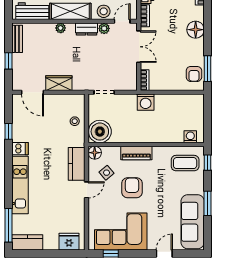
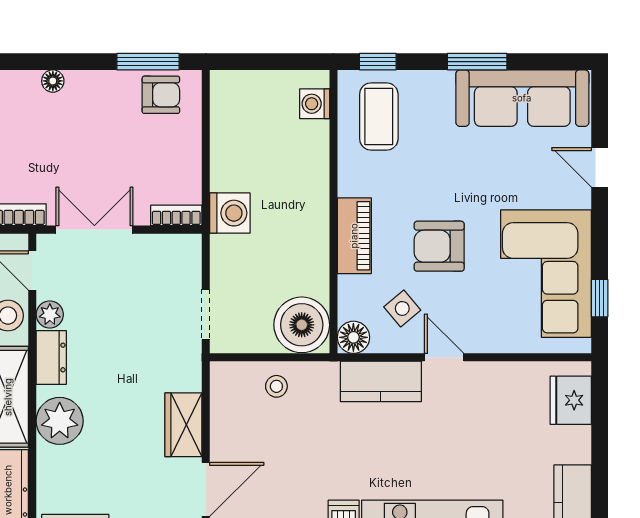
plant: (61, 28) -> (60, 421), width x1.88, depth x1.88
floor lamp: (196, 30) -> (53, 81), width x0.53, depth x0.53

